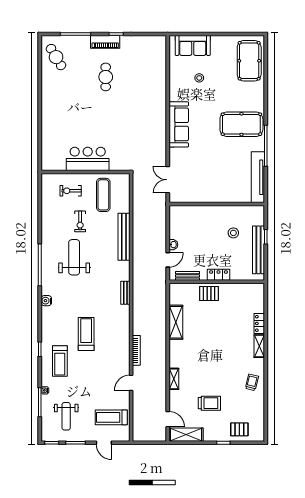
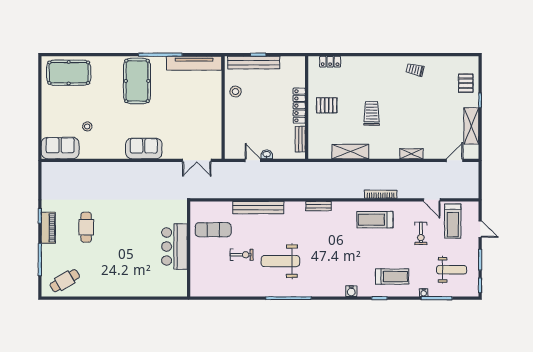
sofa: (193, 45) -> (60, 148), moved, turned -90
cafe table: (106, 77) -> (86, 227), turned 90
sofa: (179, 124) -> (144, 149), width x0.73
exercise bike: (71, 191) -> (421, 233), moved
stool: (233, 233) -> (236, 92), moved
bench: (259, 250) -> (254, 63), moved
door: (168, 260) -> (253, 160), moved
locker: (218, 275) -> (299, 106), width x1.53
pallet: (209, 294) -> (327, 105), moved, turned 90
water cooler: (46, 301) -> (351, 291), moved
locker: (259, 323) -> (330, 62), moved
treadmill: (86, 334) -> (375, 220), moved
shelving: (259, 346) -> (376, 62), removed
door: (131, 383) -> (432, 200), moved
trolley: (209, 403) -> (372, 113), moved
shelving: (186, 435) -> (471, 126), moved
door: (104, 443) -> (480, 229), hinge flipped

